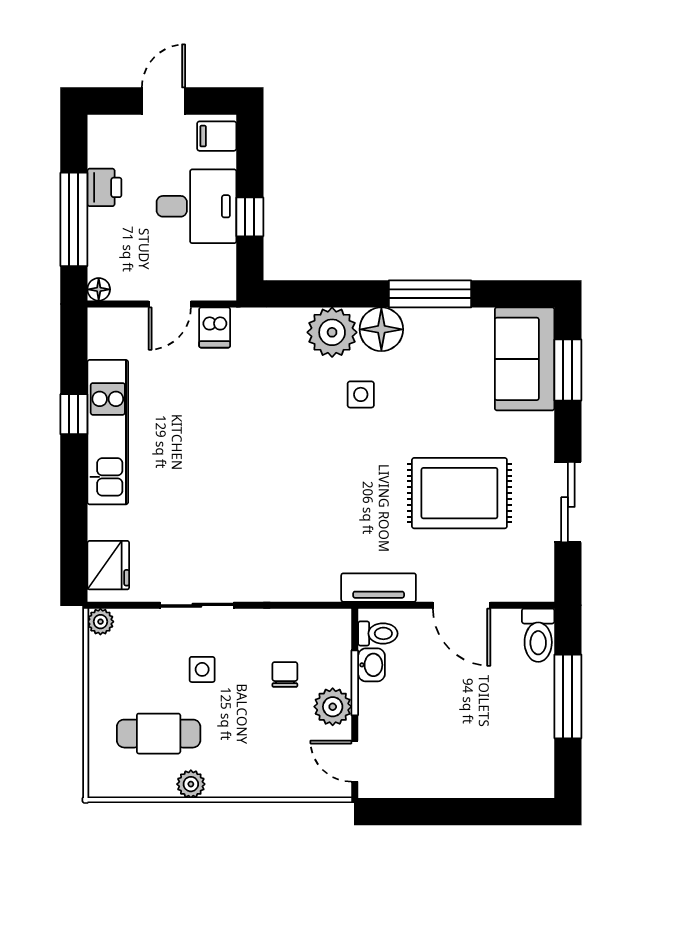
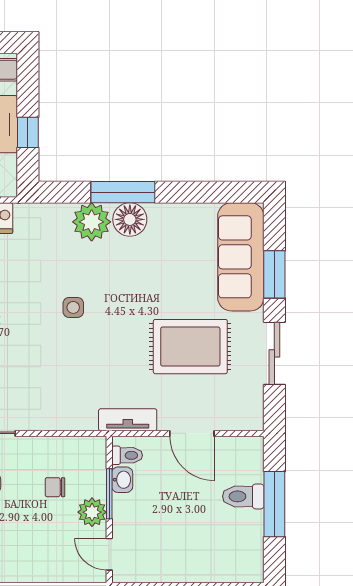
window: (430, 294) -> (123, 192), moved
sofa: (525, 359) -> (241, 257), width x1.36
window: (568, 370) -> (274, 274), moved
side table: (361, 394) -> (73, 307), moved
toilet: (538, 635) -> (243, 496), moved, turned 90
chair: (285, 675) -> (55, 487), turned -90

